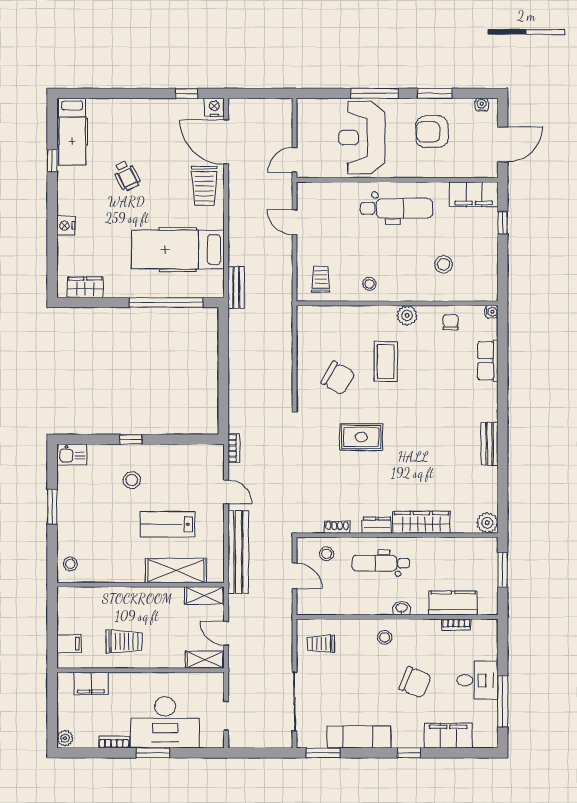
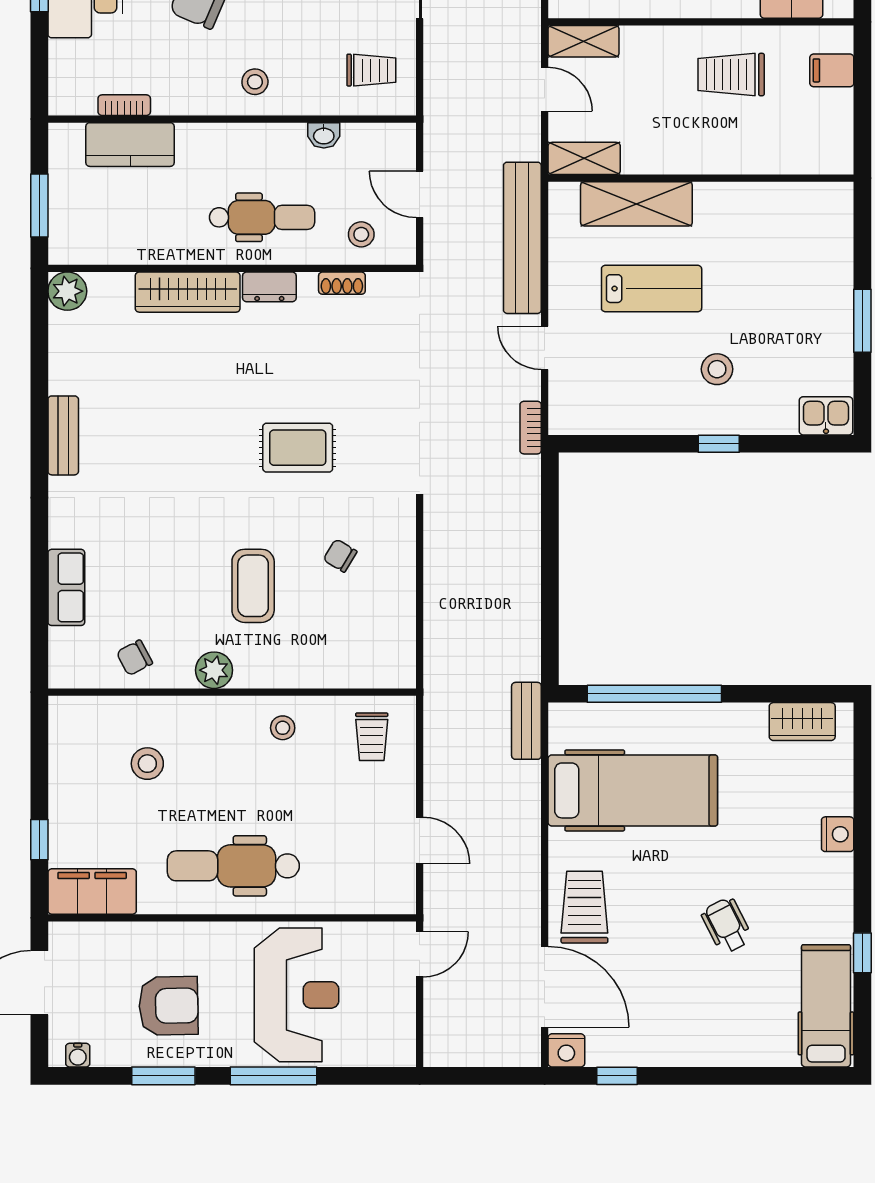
water cooler: (491, 312) -> (60, 677), removed
chair: (451, 322) -> (134, 658), turned 62
chair: (338, 378) -> (340, 556), width x0.54, depth x0.54
stool: (70, 564) -> (829, 216), removed
washbasin: (401, 608) -> (324, 135), moved

